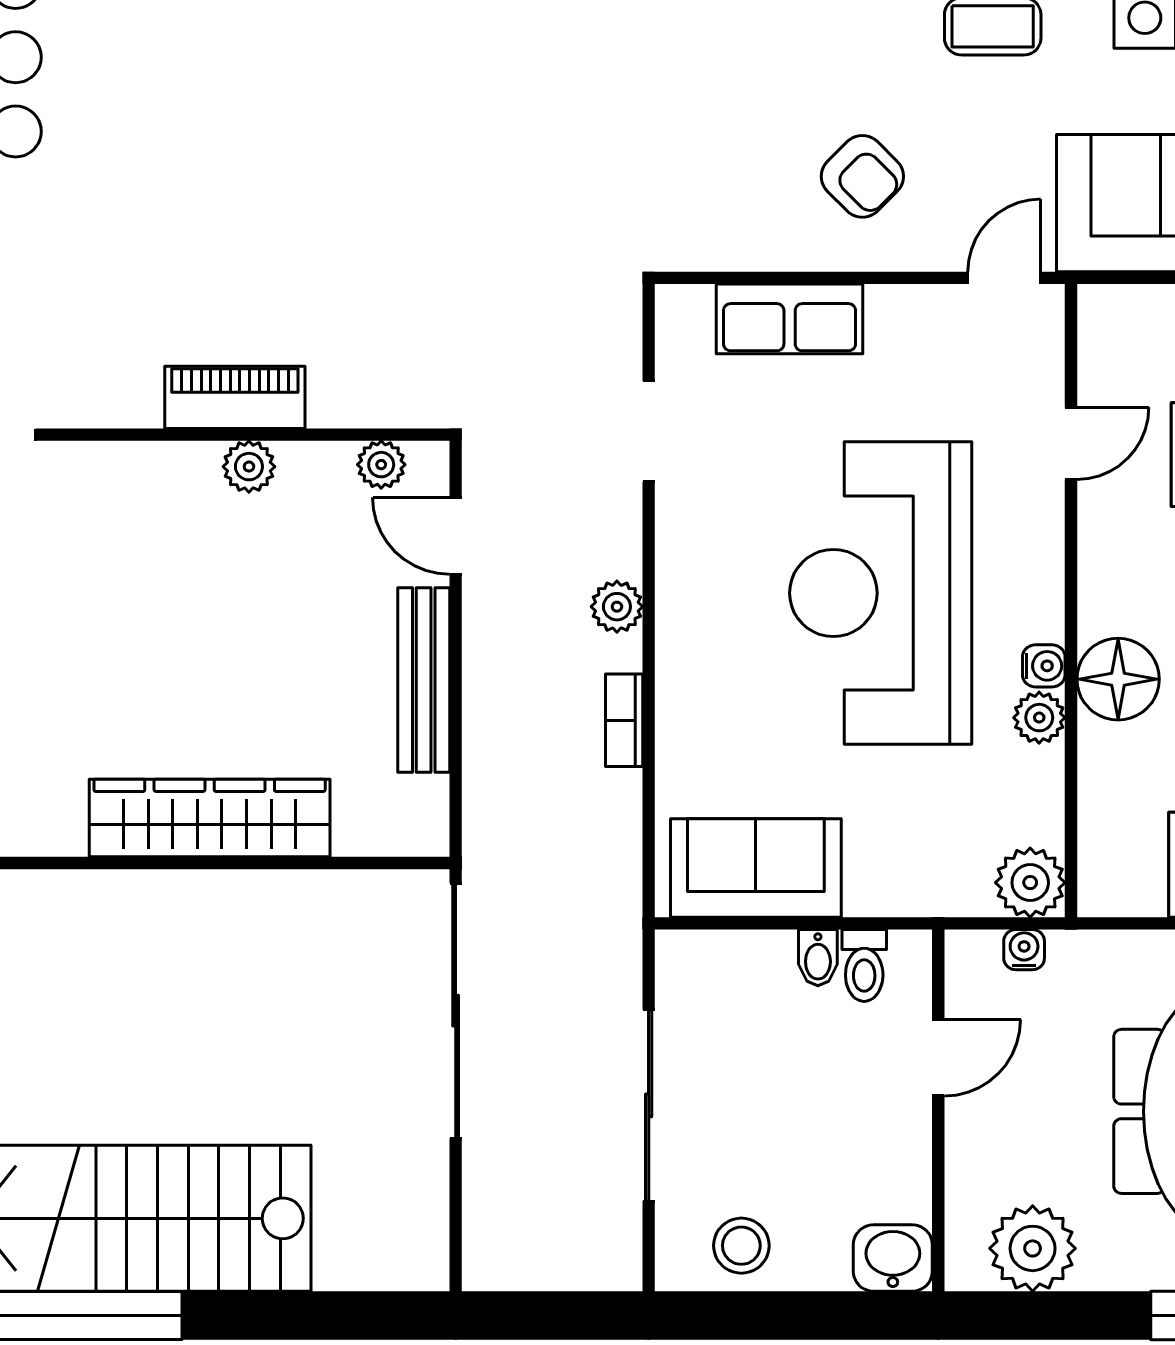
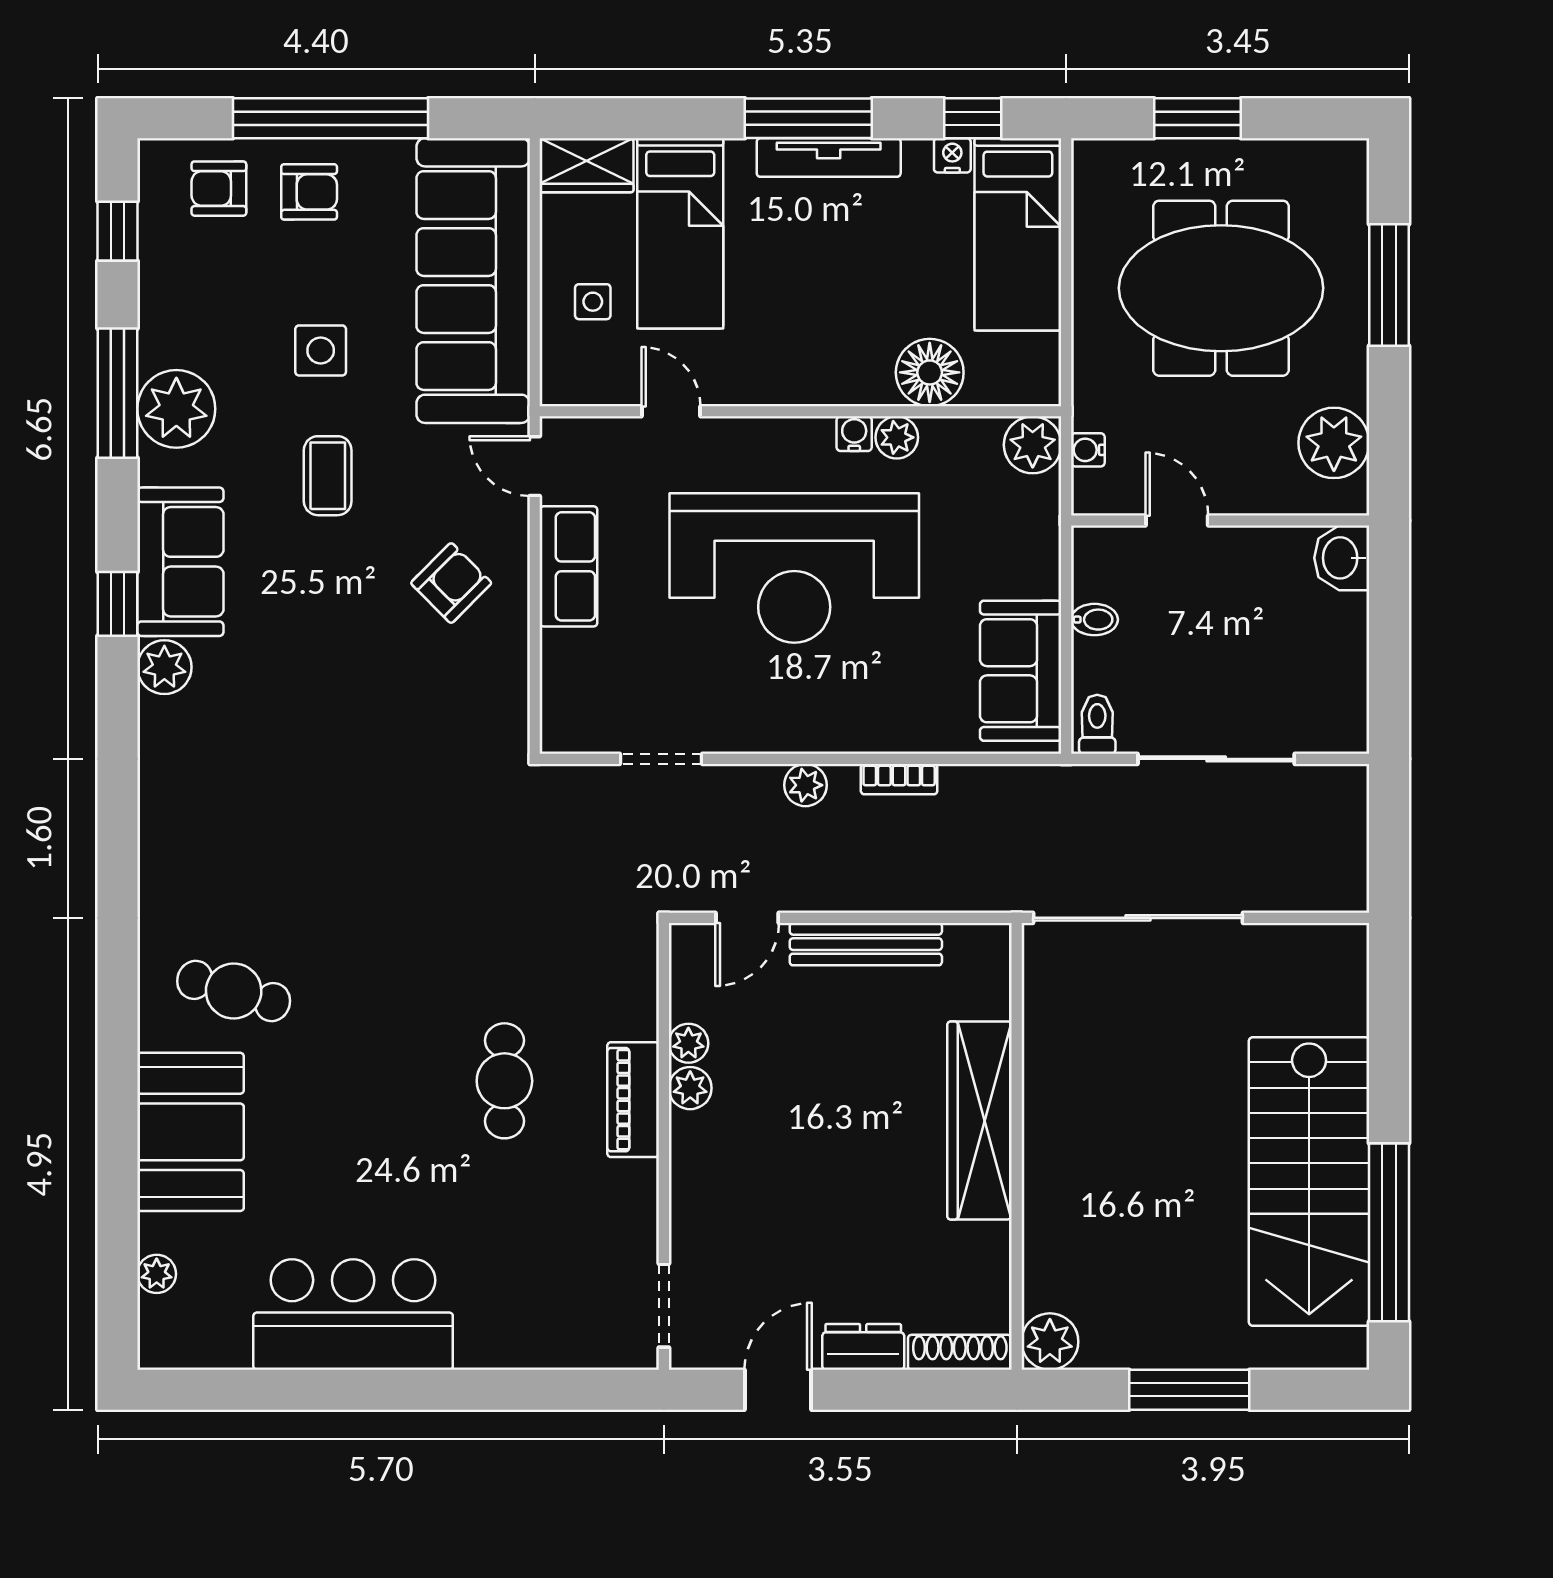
cafe table: (258, 241) -> (504, 1081), added
row of seats: (790, 319) -> (568, 566), moved
plant: (381, 465) -> (688, 1043), moved
floor lamp: (1118, 679) -> (930, 372), moved
toilet: (864, 965) -> (1097, 724), moved, turned -90
stool: (741, 1246) -> (1332, 683), removed

